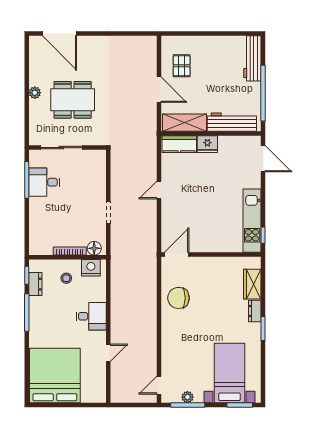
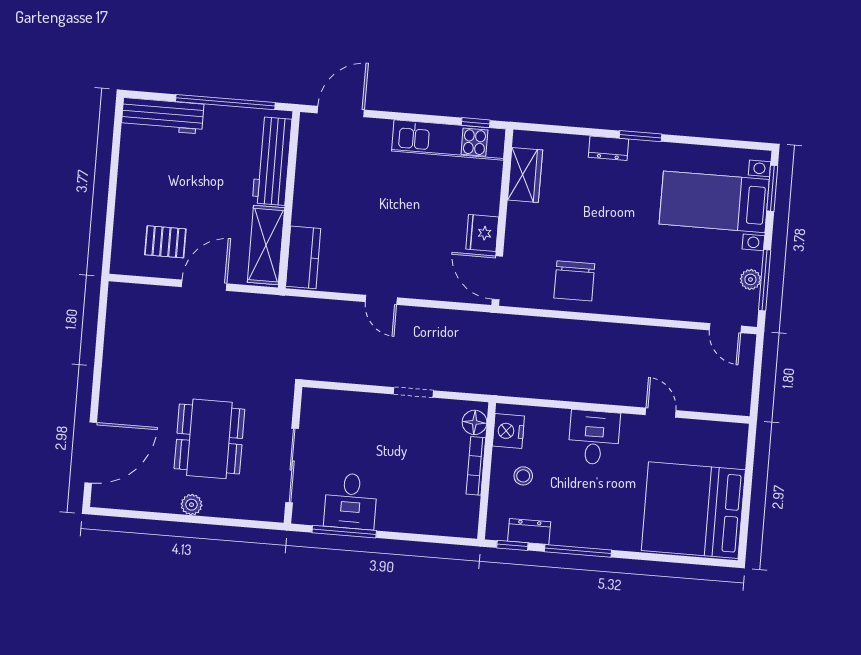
fridge: (207, 144) -> (482, 233), moved, turned 180
wardrobe: (252, 284) -> (525, 175), moved, turned -90

